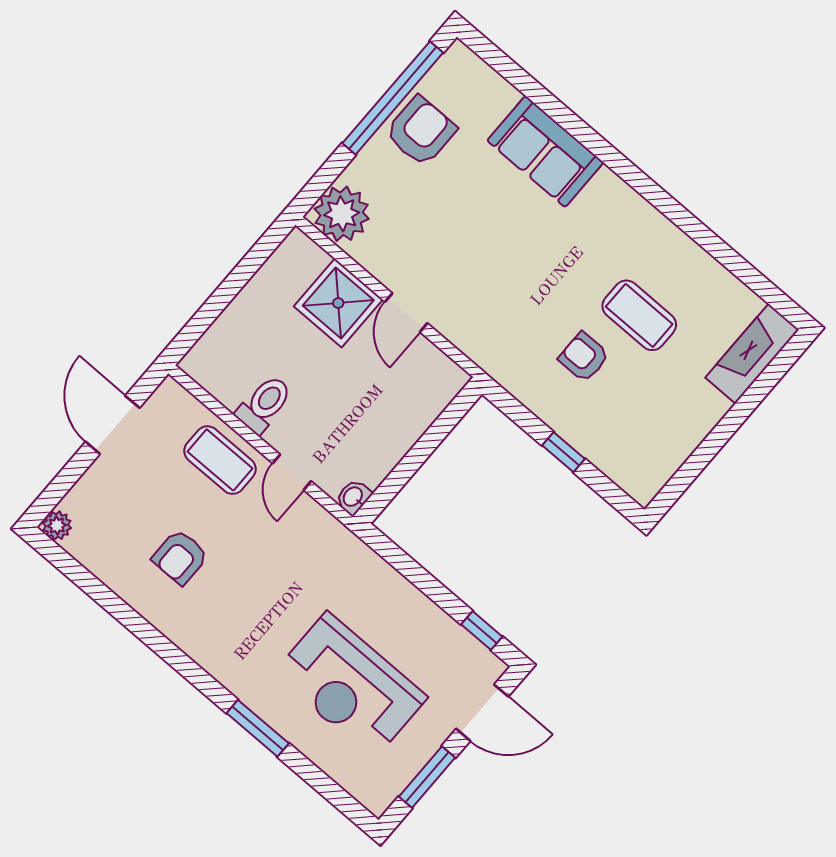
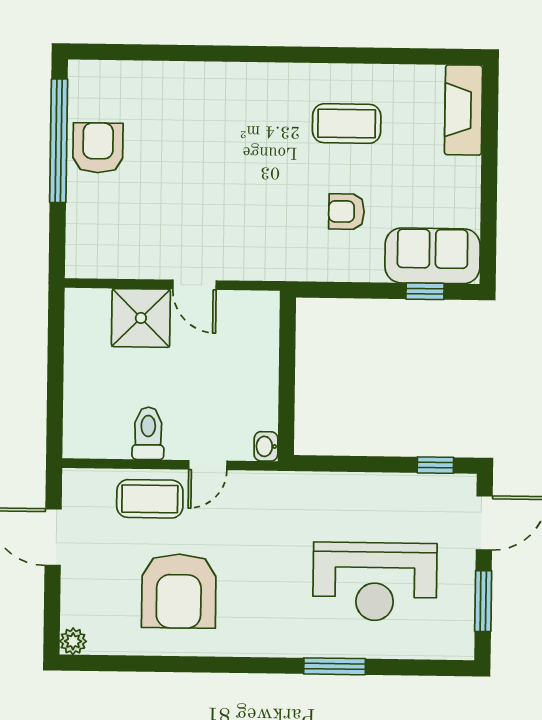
sofa: (545, 151) -> (432, 256), moved, turned 180
plant: (342, 214) -> (91, 253), removed
coffee table: (639, 315) -> (347, 124), moved
window: (563, 452) -> (425, 291), moved
door: (292, 472) -> (208, 465), hinge flipped
armchair: (180, 557) -> (179, 591), width x1.88, depth x1.88

